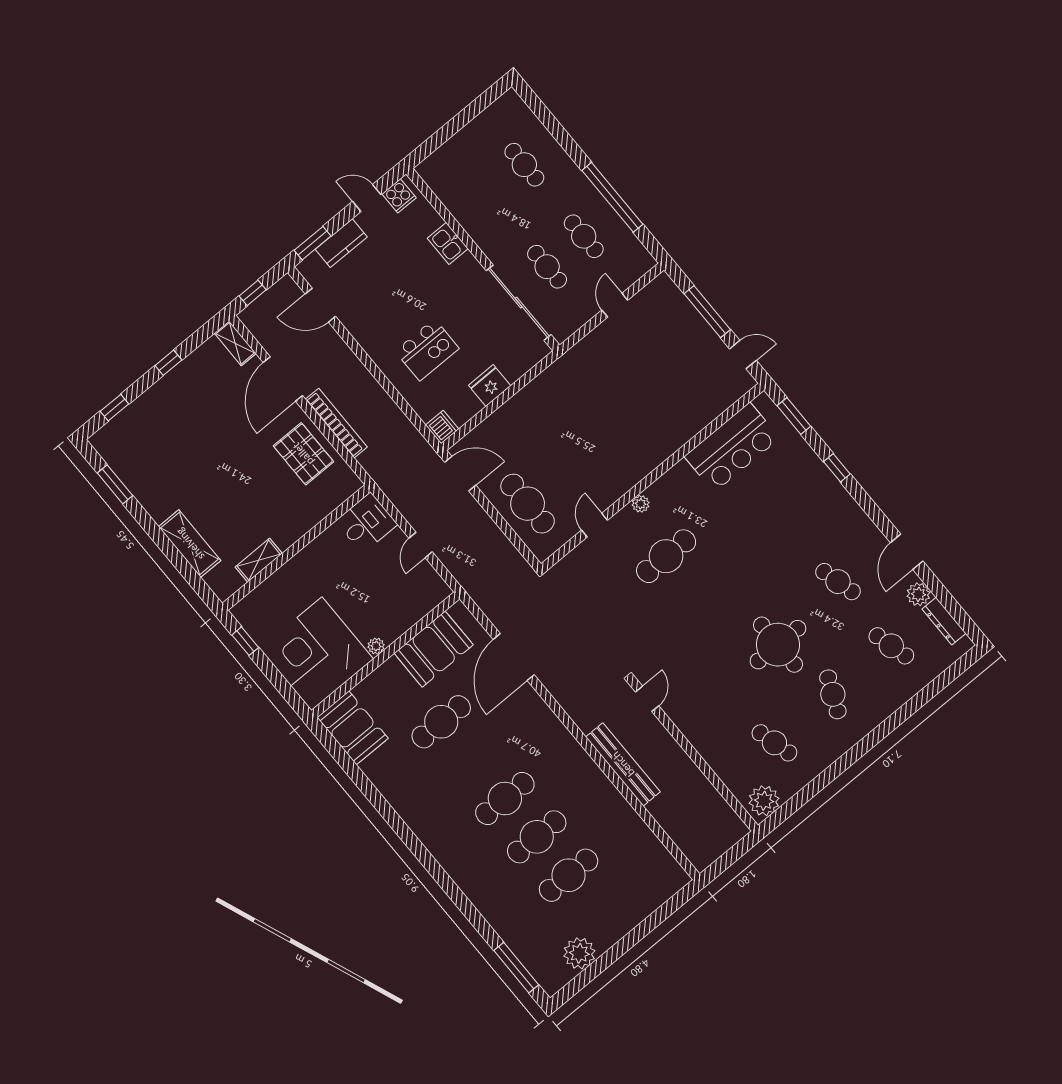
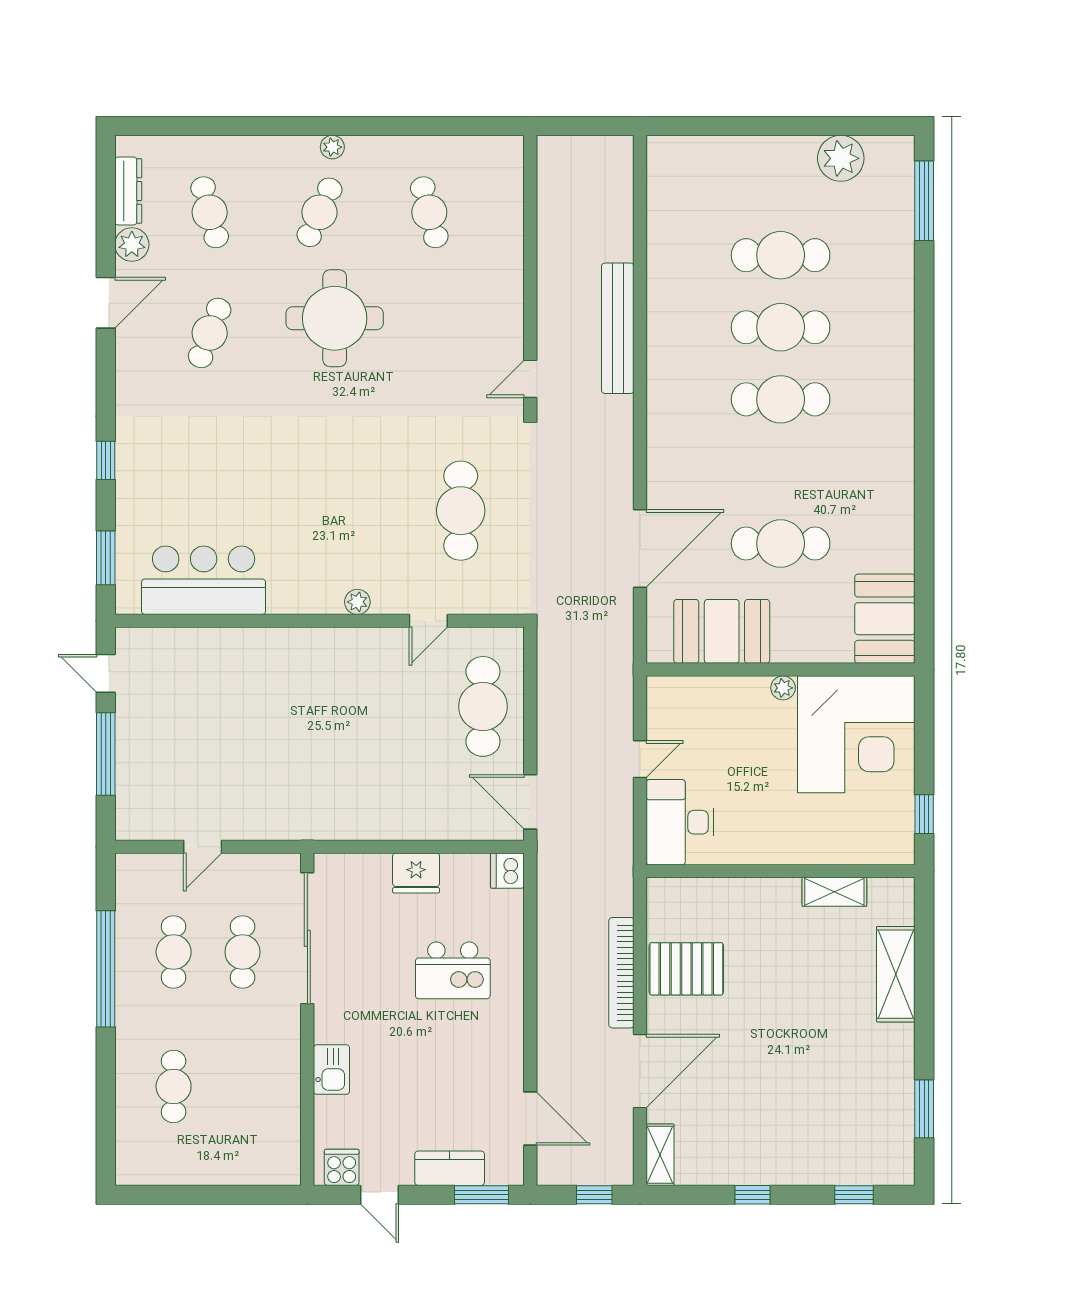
kitchen island: (427, 350) -> (453, 970), turned 180
pallet: (303, 454) -> (686, 969), turned 90
desk: (367, 523) -> (680, 822), width x1.37
cafe table: (666, 556) -> (461, 511), moved, turned 90
cafe table: (838, 582) -> (210, 333), turned 36
plant: (764, 801) -> (332, 147), moved, width x0.53, depth x0.53

